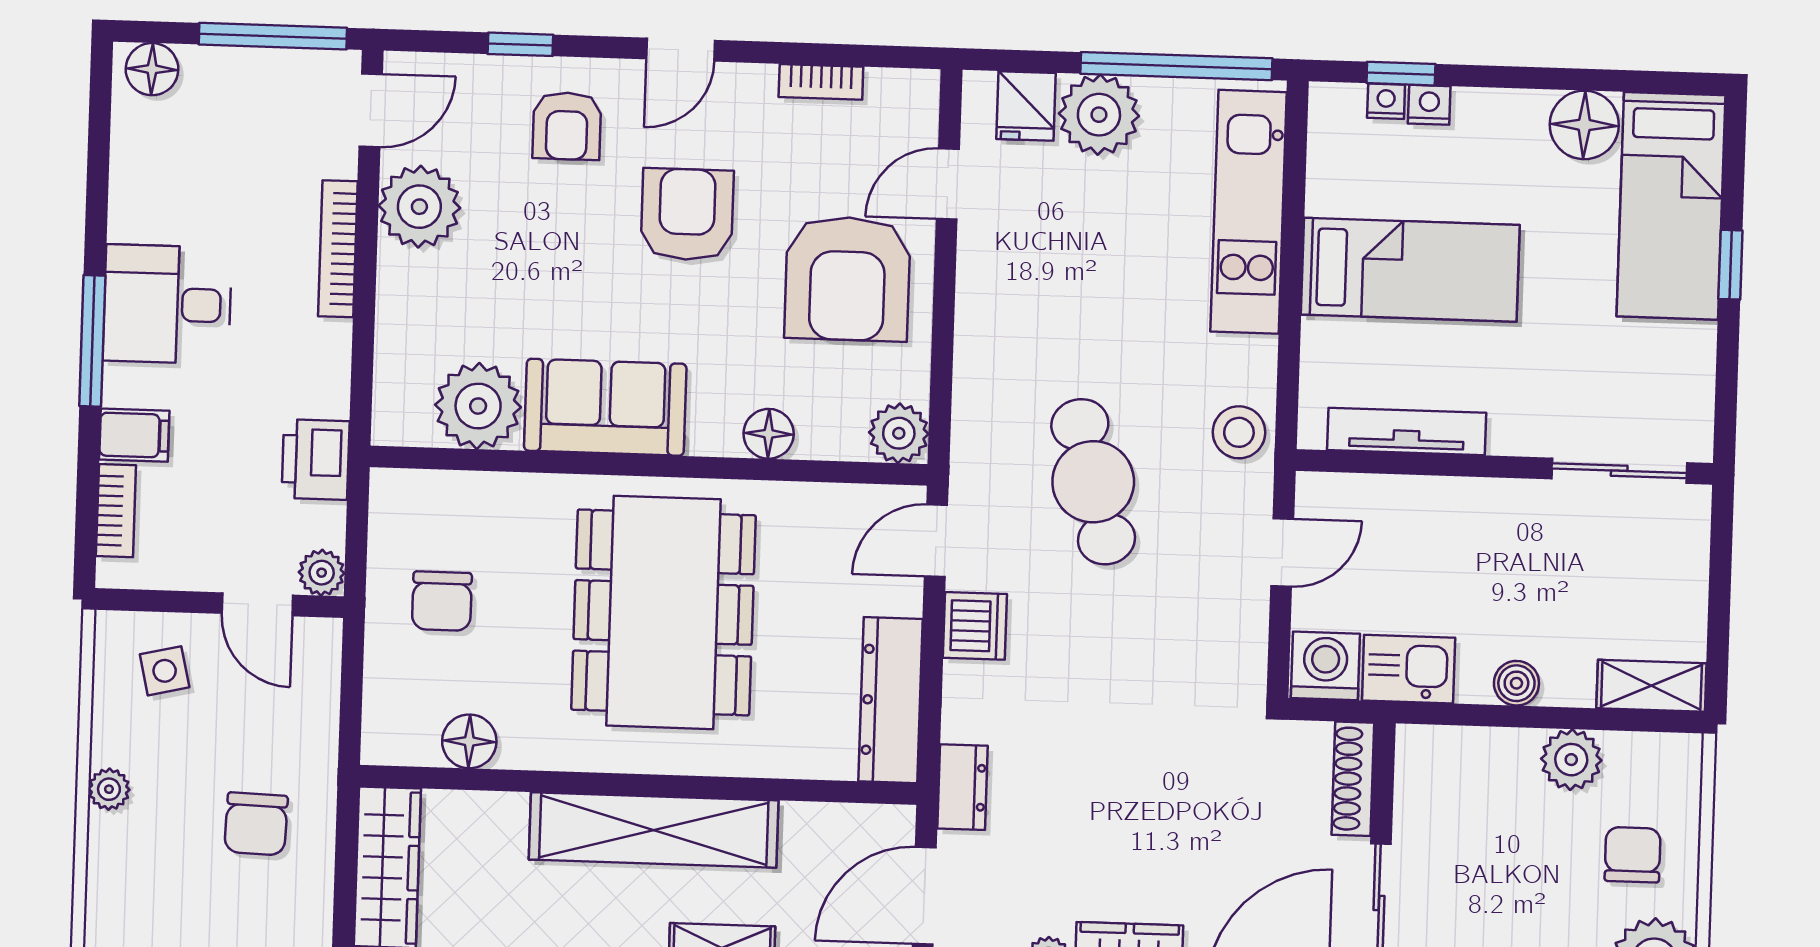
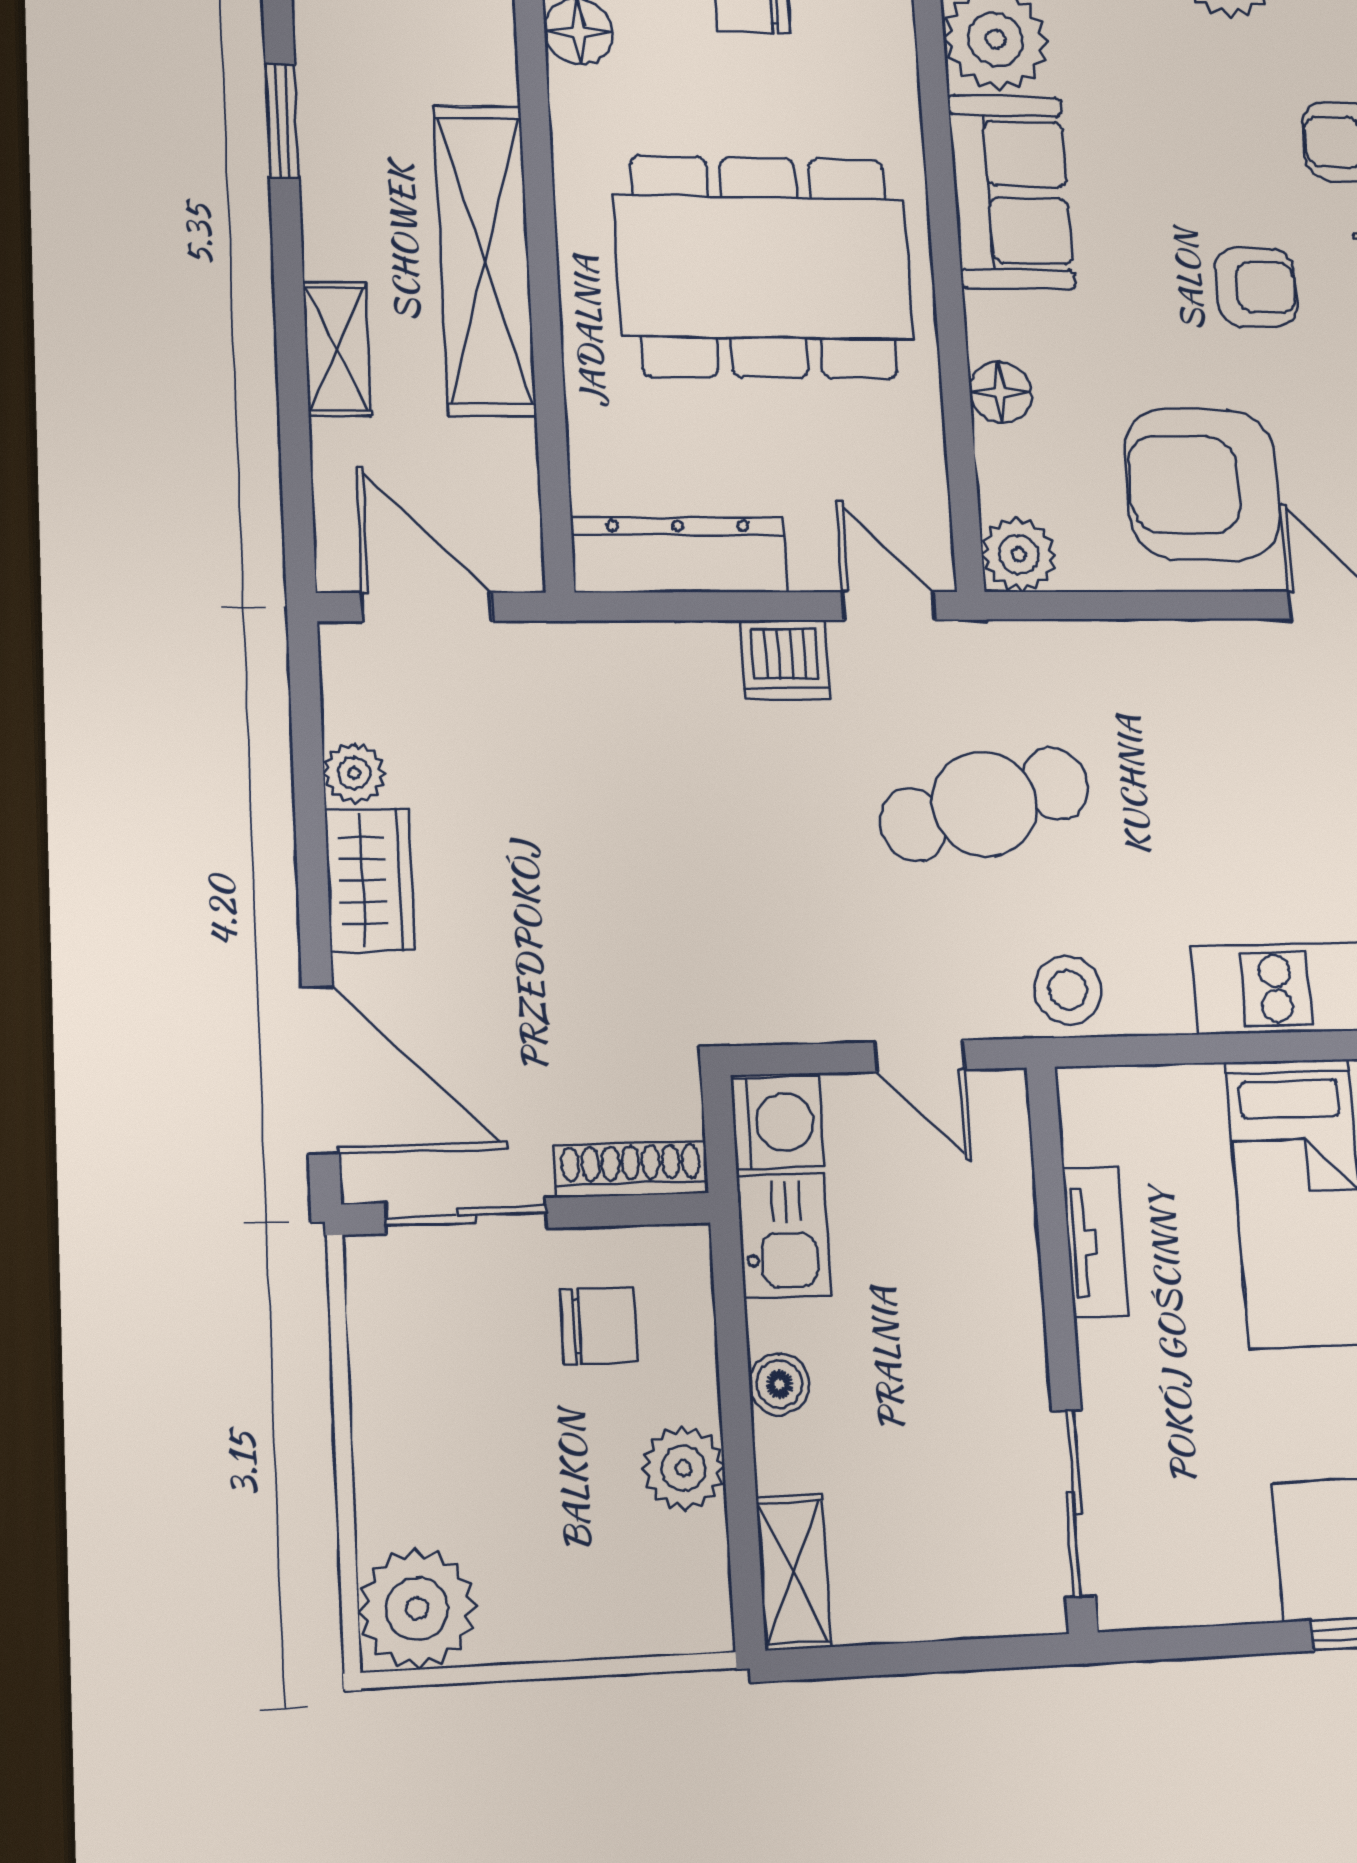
armchair: (687, 214) -> (1256, 287), width x0.72, depth x0.72
tv unit: (1407, 431) -> (1095, 1242), width x0.71
dresser: (962, 787) -> (574, 651), removed
chair: (1633, 855) -> (599, 1326), moved

